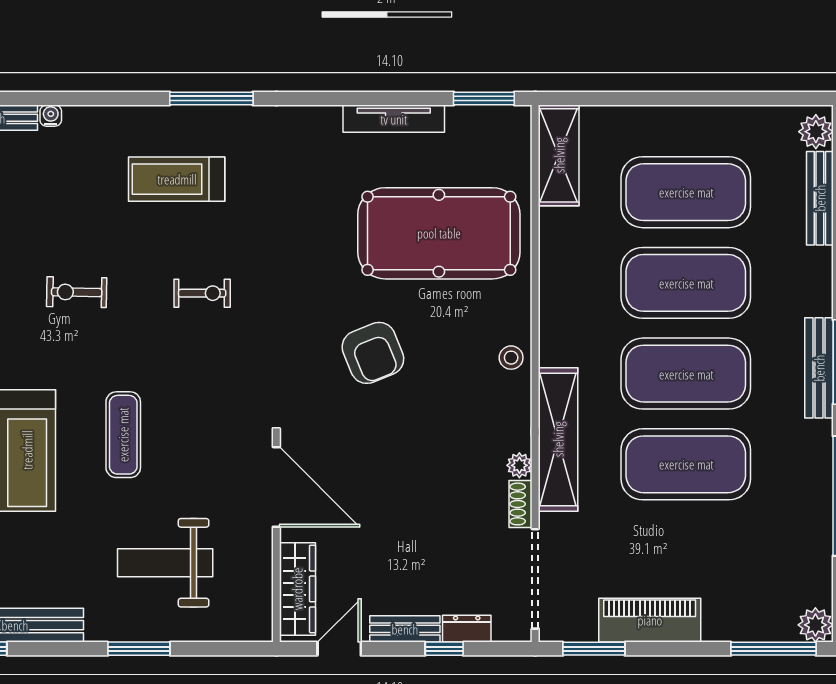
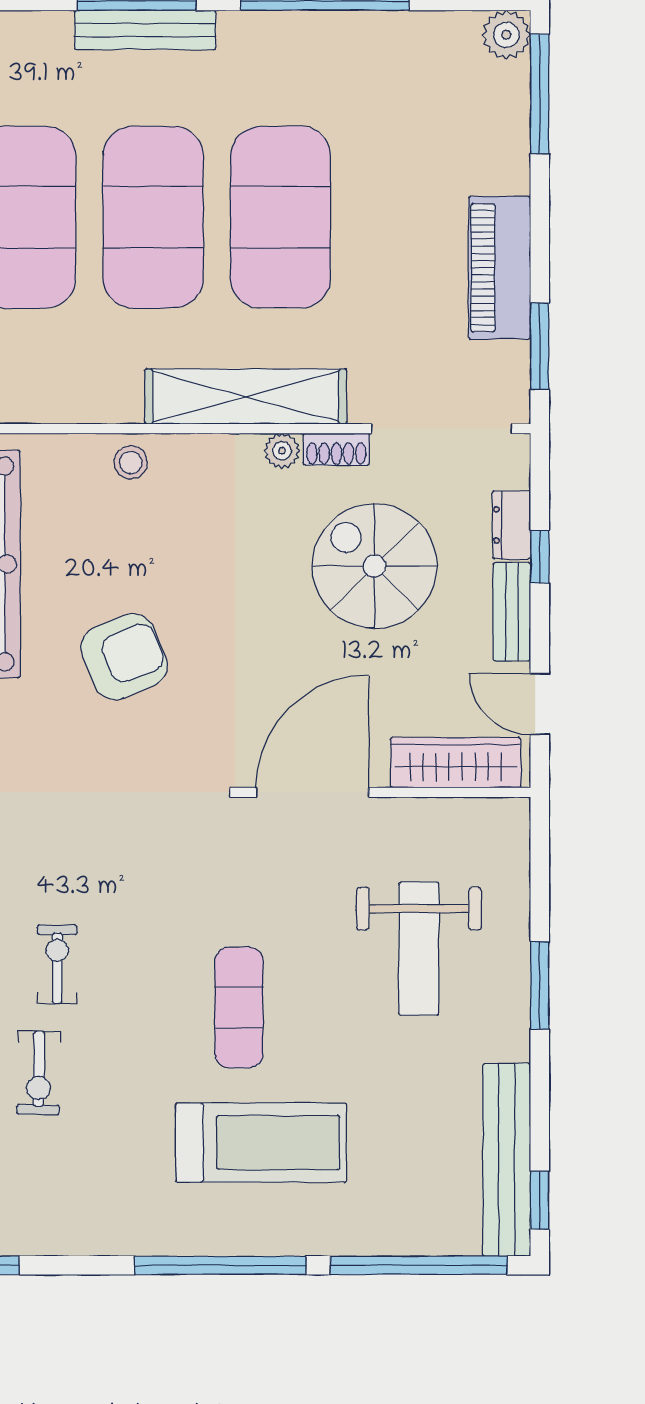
exercise bike: (202, 293) -> (57, 964), moved
exercise mat: (123, 435) -> (239, 1007), turned 90
spiral stairs: (437, 531) -> (374, 566), added

